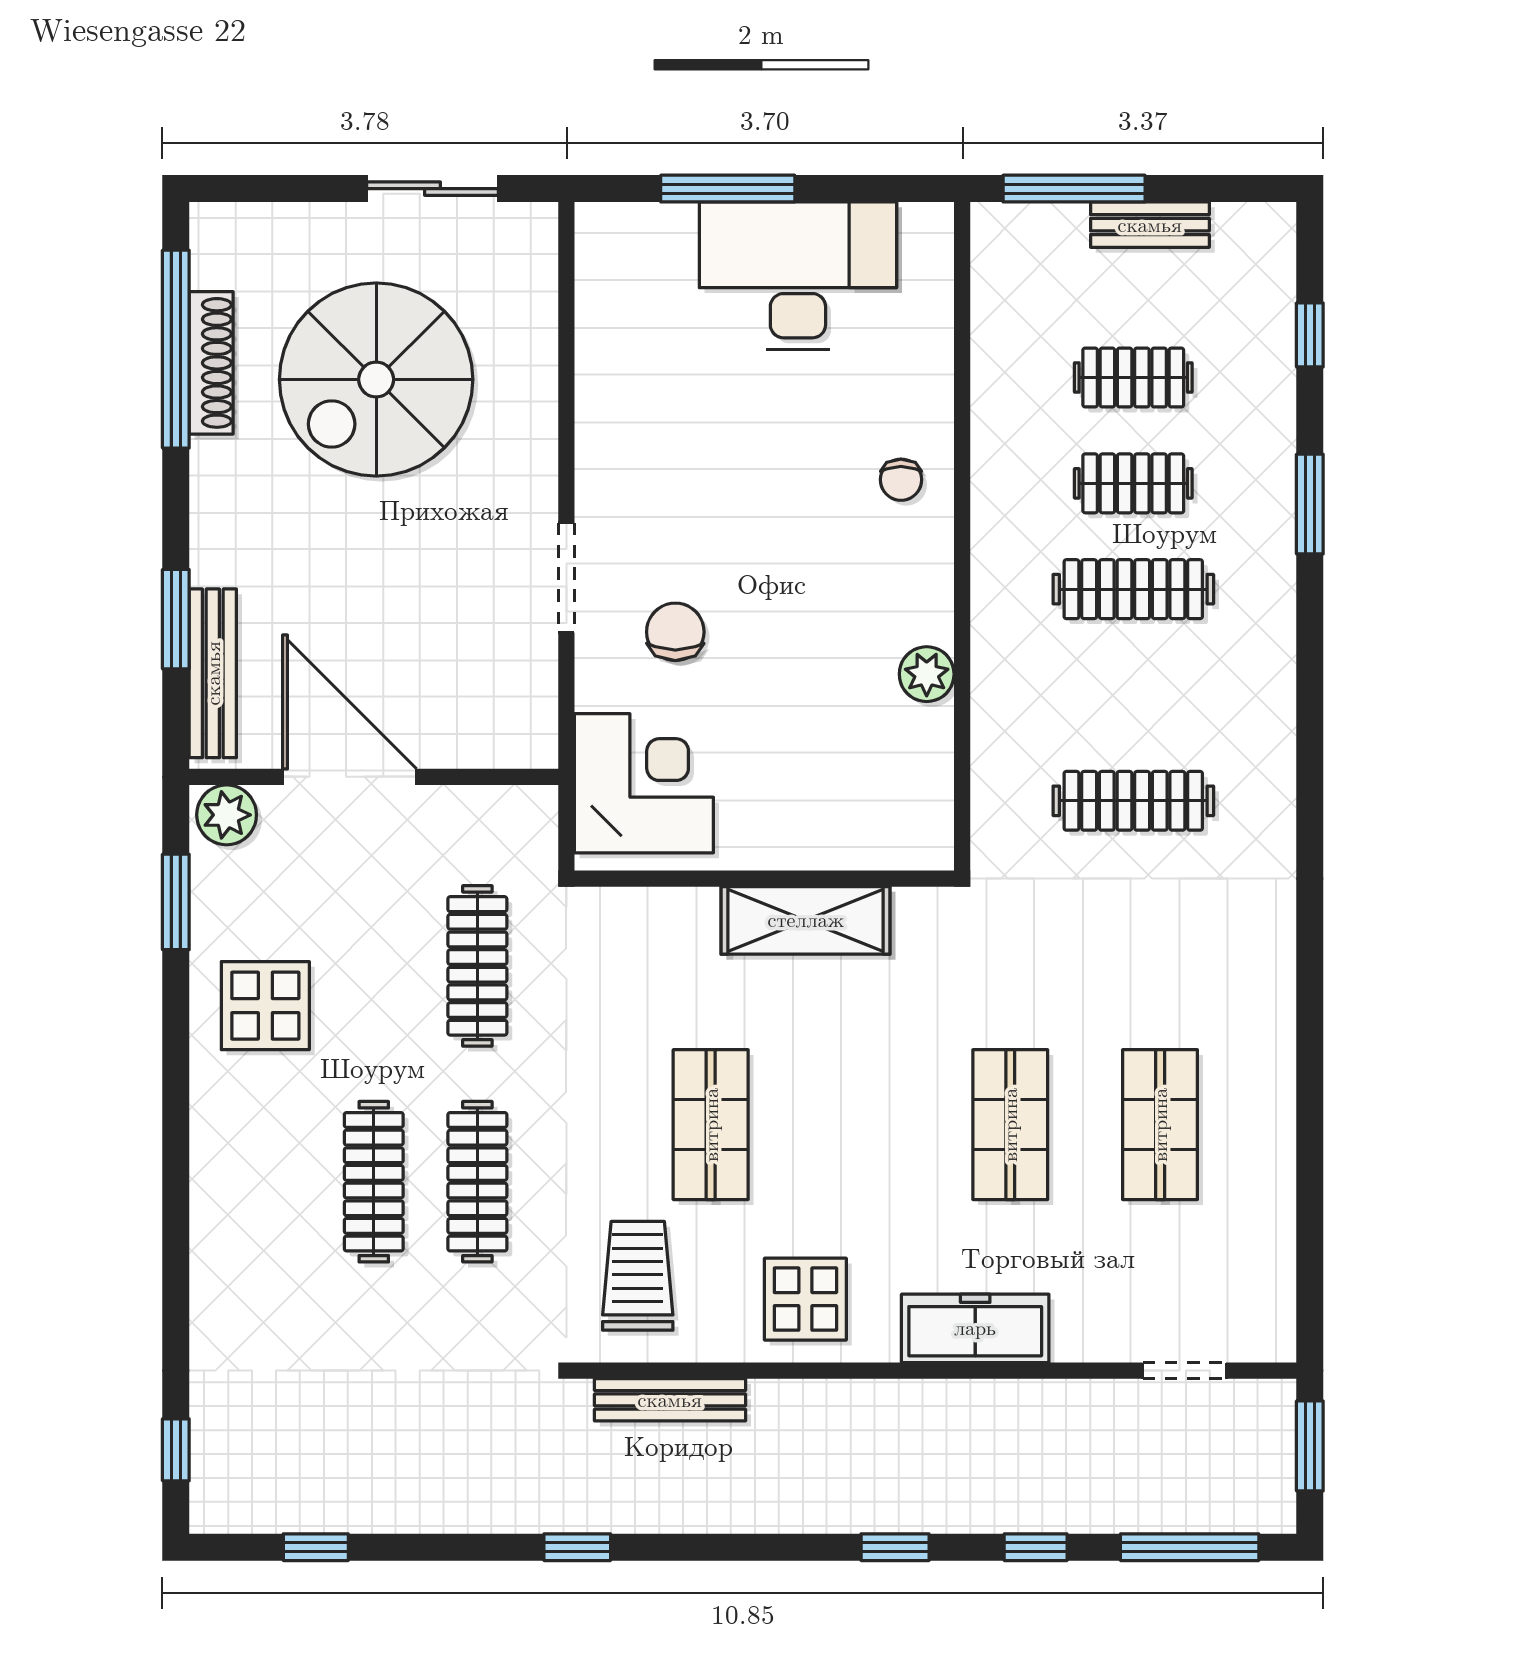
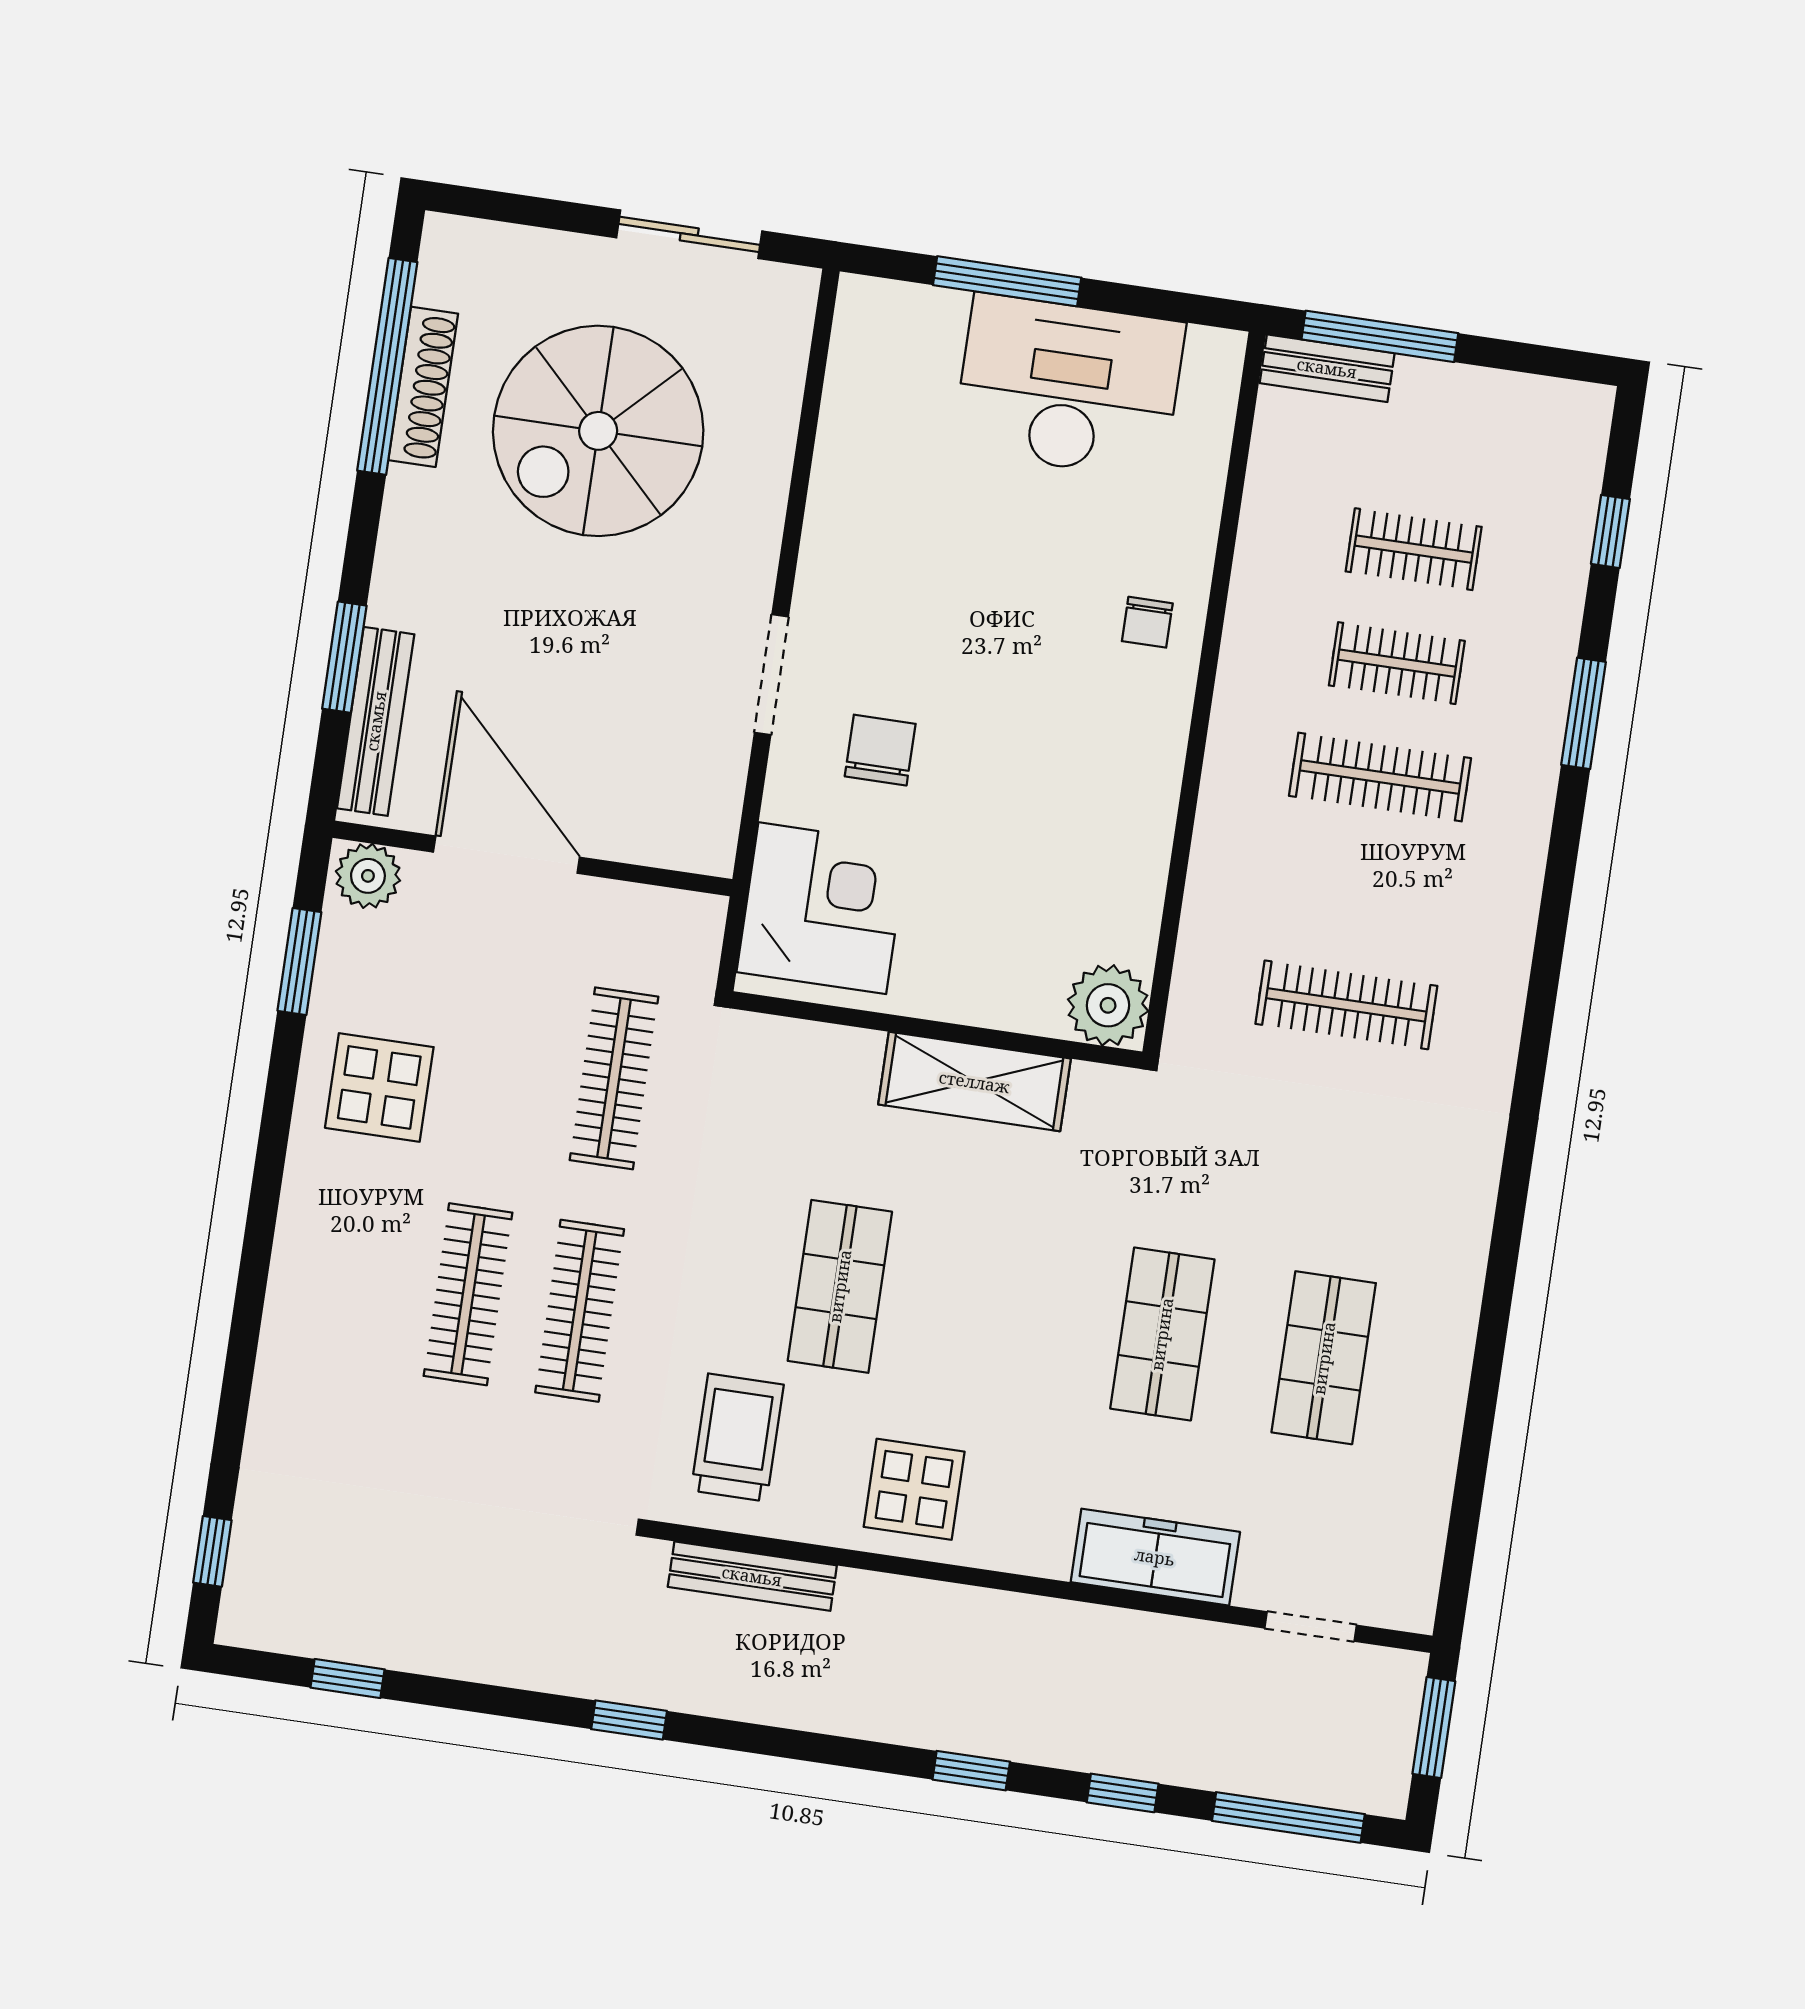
bench: (1150, 225) -> (1327, 368), moved
plant: (927, 674) -> (1108, 1005), moved, width x1.36, depth x1.36
freezer: (975, 1328) -> (1155, 1557), moved

